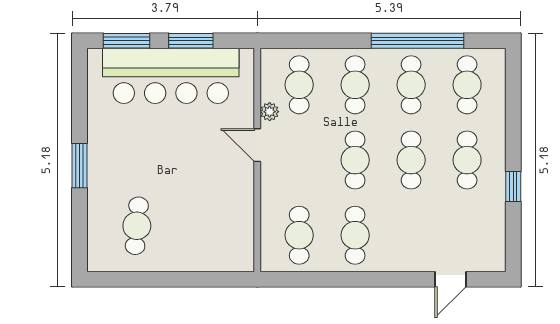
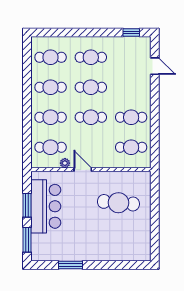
window: (417, 41) -> (27, 84), removed
bar counter: (171, 76) -> (46, 206), width x0.73
door: (257, 145) -> (83, 170), swing flipped
window: (79, 166) -> (71, 265), moved
window: (513, 187) -> (131, 33), moved
cafe table: (137, 226) -> (118, 203), moved, width x1.37, depth x1.35

